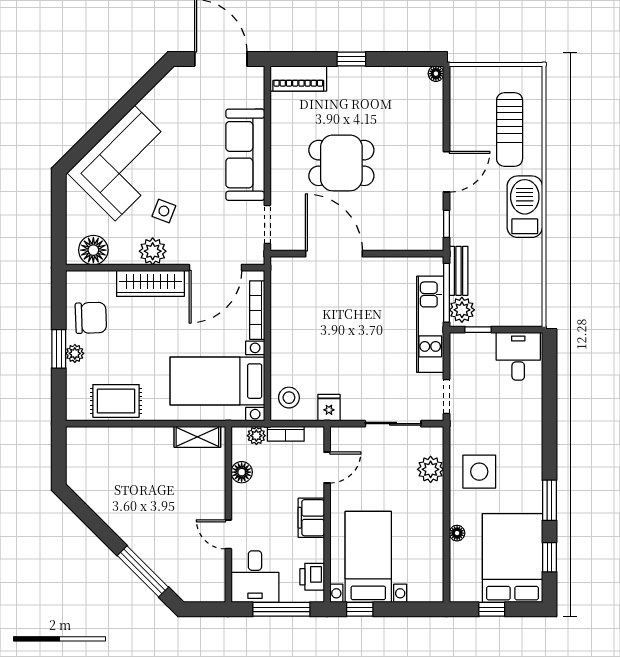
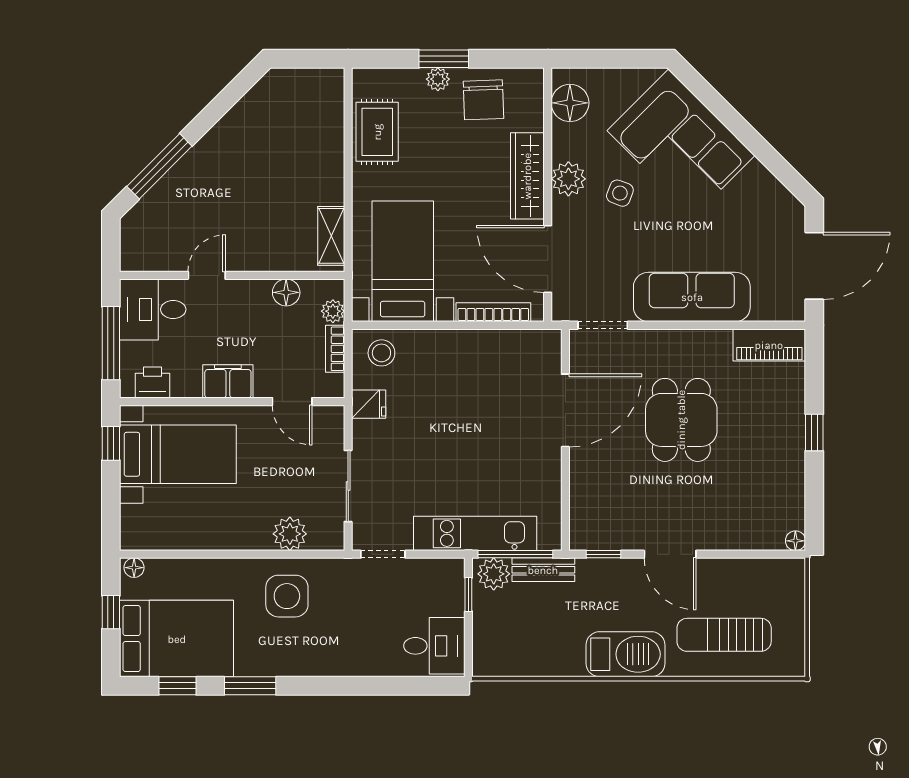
piano: (298, 78) -> (769, 345), moved, turned -90
floor lamp: (457, 533) -> (134, 568), moved

